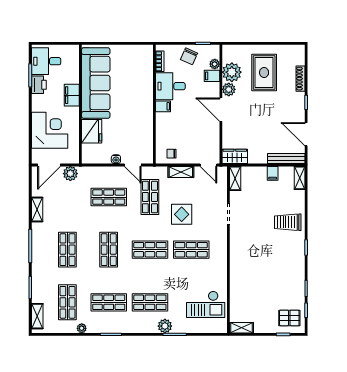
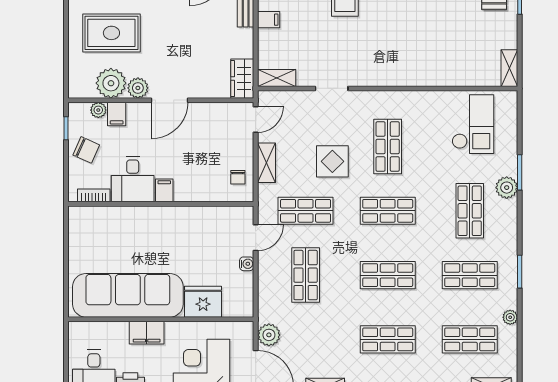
shop shelf: (150, 250) -> (388, 211), turned 90
shop shelf: (109, 302) -> (470, 275), turned 90

